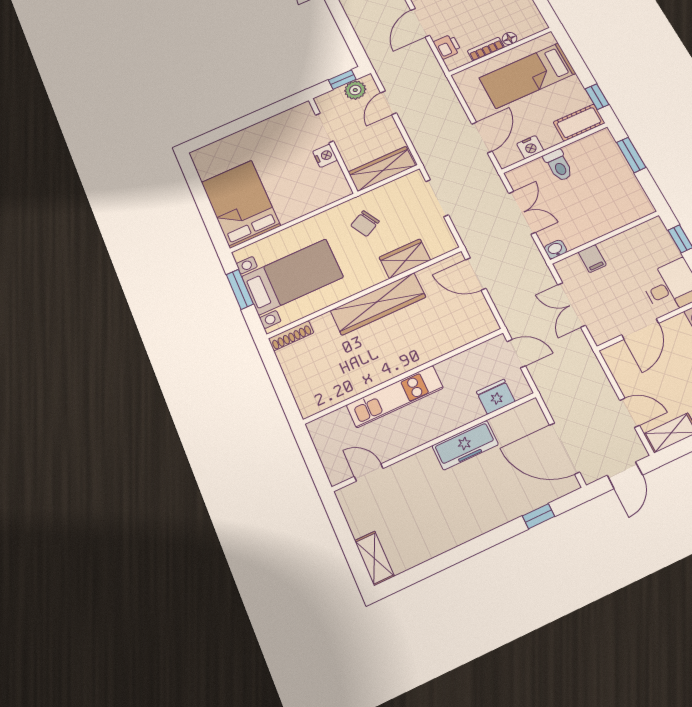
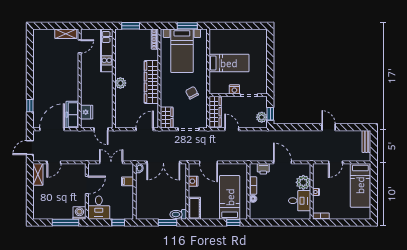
window: (597, 97) -> (233, 222), moved
door: (388, 103) -> (232, 129), moved
toilet: (558, 165) -> (178, 214), moved
bed: (241, 204) -> (229, 63), moved, width x0.67
double door: (522, 213) -> (163, 162), width x1.37
wardrobe: (405, 259) -> (167, 118), moved
door: (640, 329) -> (87, 185), swing flipped
door: (516, 354) -> (101, 129), hinge flipped
plant: (407, 359) -> (120, 83), added
window: (284, 393) -> (131, 26), added
kitchen unit: (395, 397) -> (107, 50), moved
freezer: (465, 445) -> (72, 115), moved
door: (625, 475) -> (30, 148), hinge flipped
shelving: (374, 558) -> (66, 34), moved

